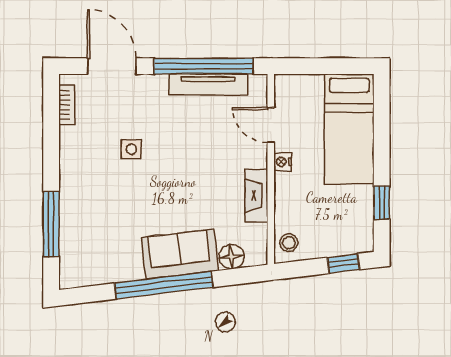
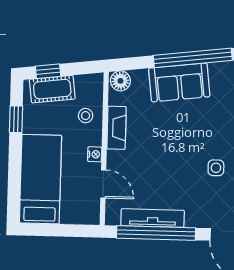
cot: (338, 241) -> (52, 89), added
stool: (289, 243) -> (86, 116), moved
floor lamp: (231, 257) -> (120, 81), moved

